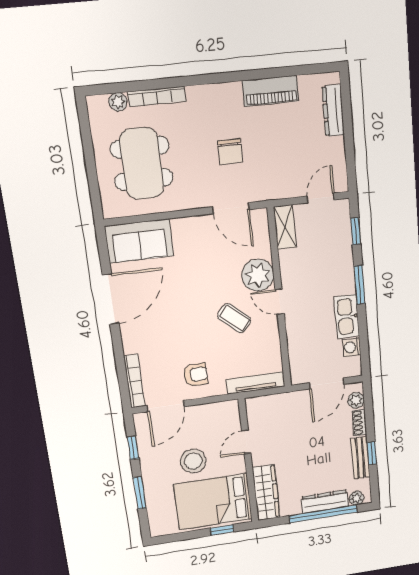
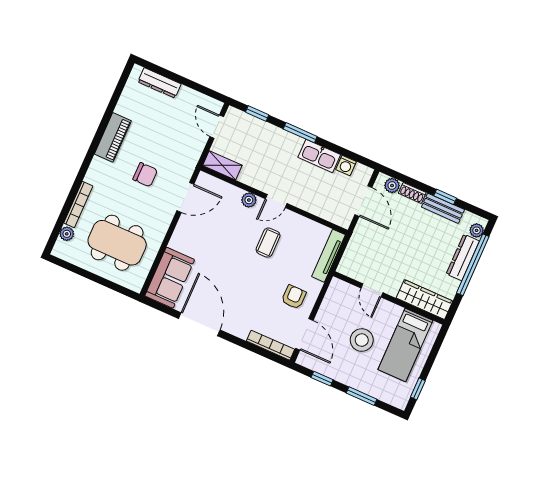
piano: (271, 91) -> (113, 137), moved
plant: (258, 275) -> (249, 200), width x0.53, depth x0.53
coffee table: (234, 318) -> (268, 243), turned -41
bed: (213, 502) -> (405, 345), width x0.67
window: (222, 530) -> (418, 389), moved

